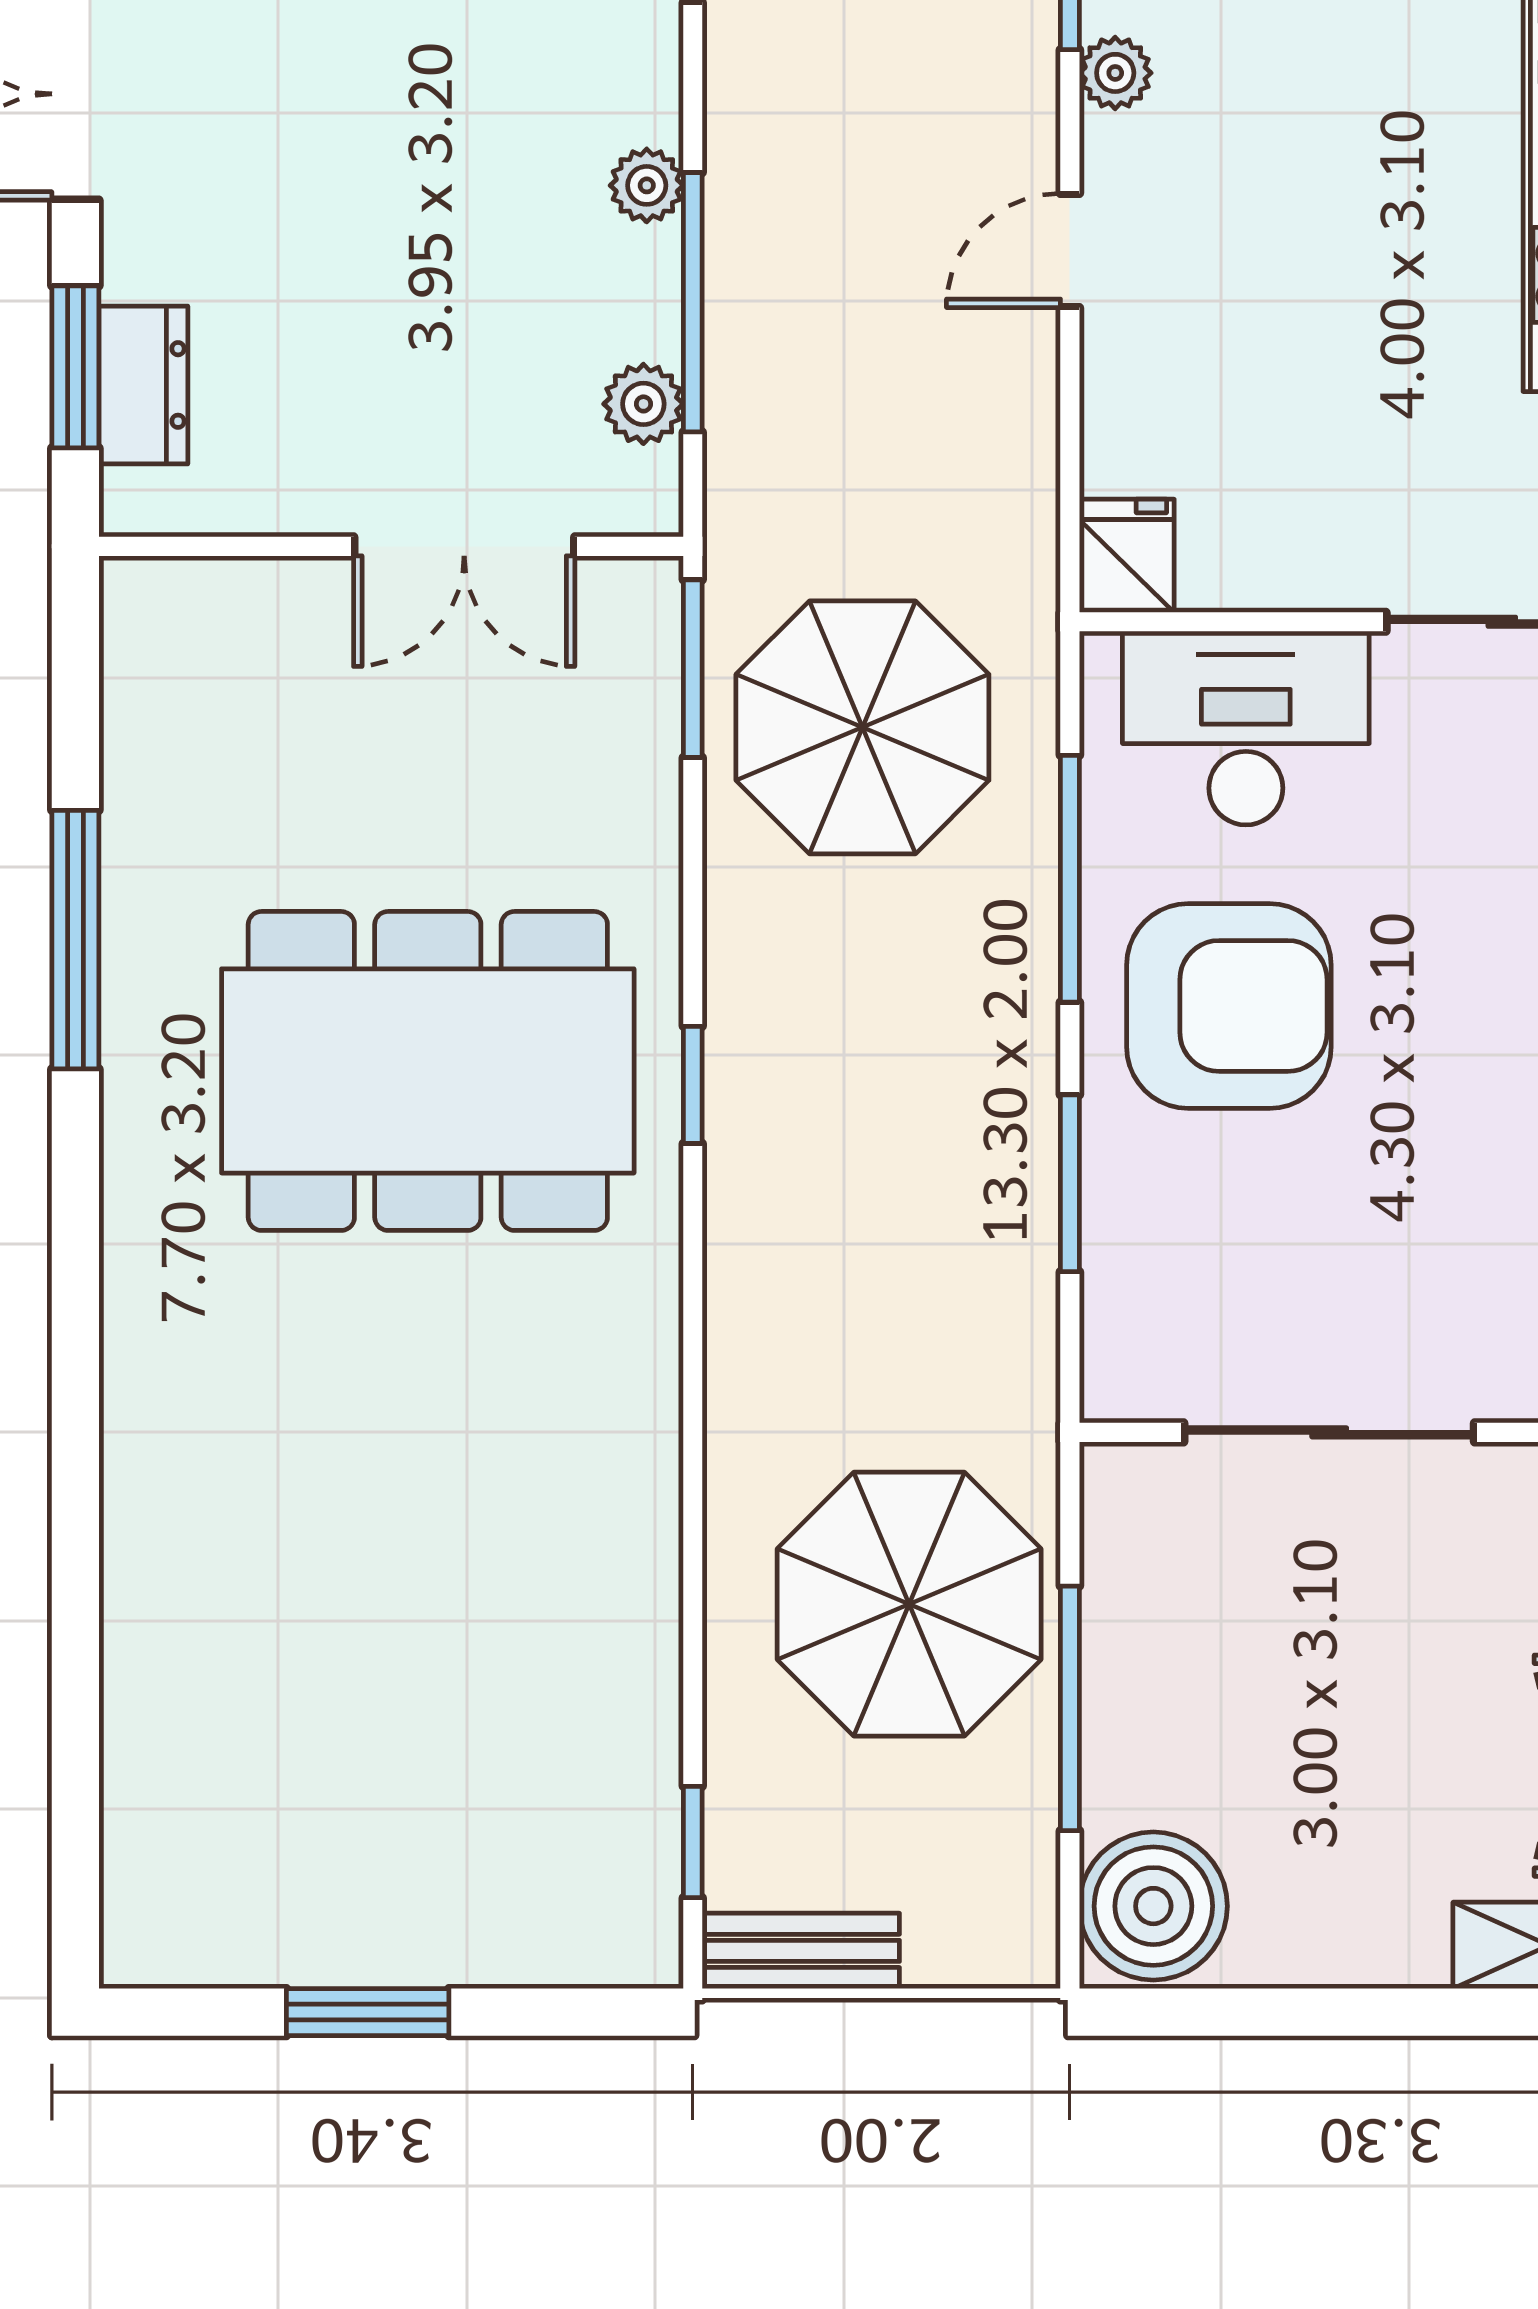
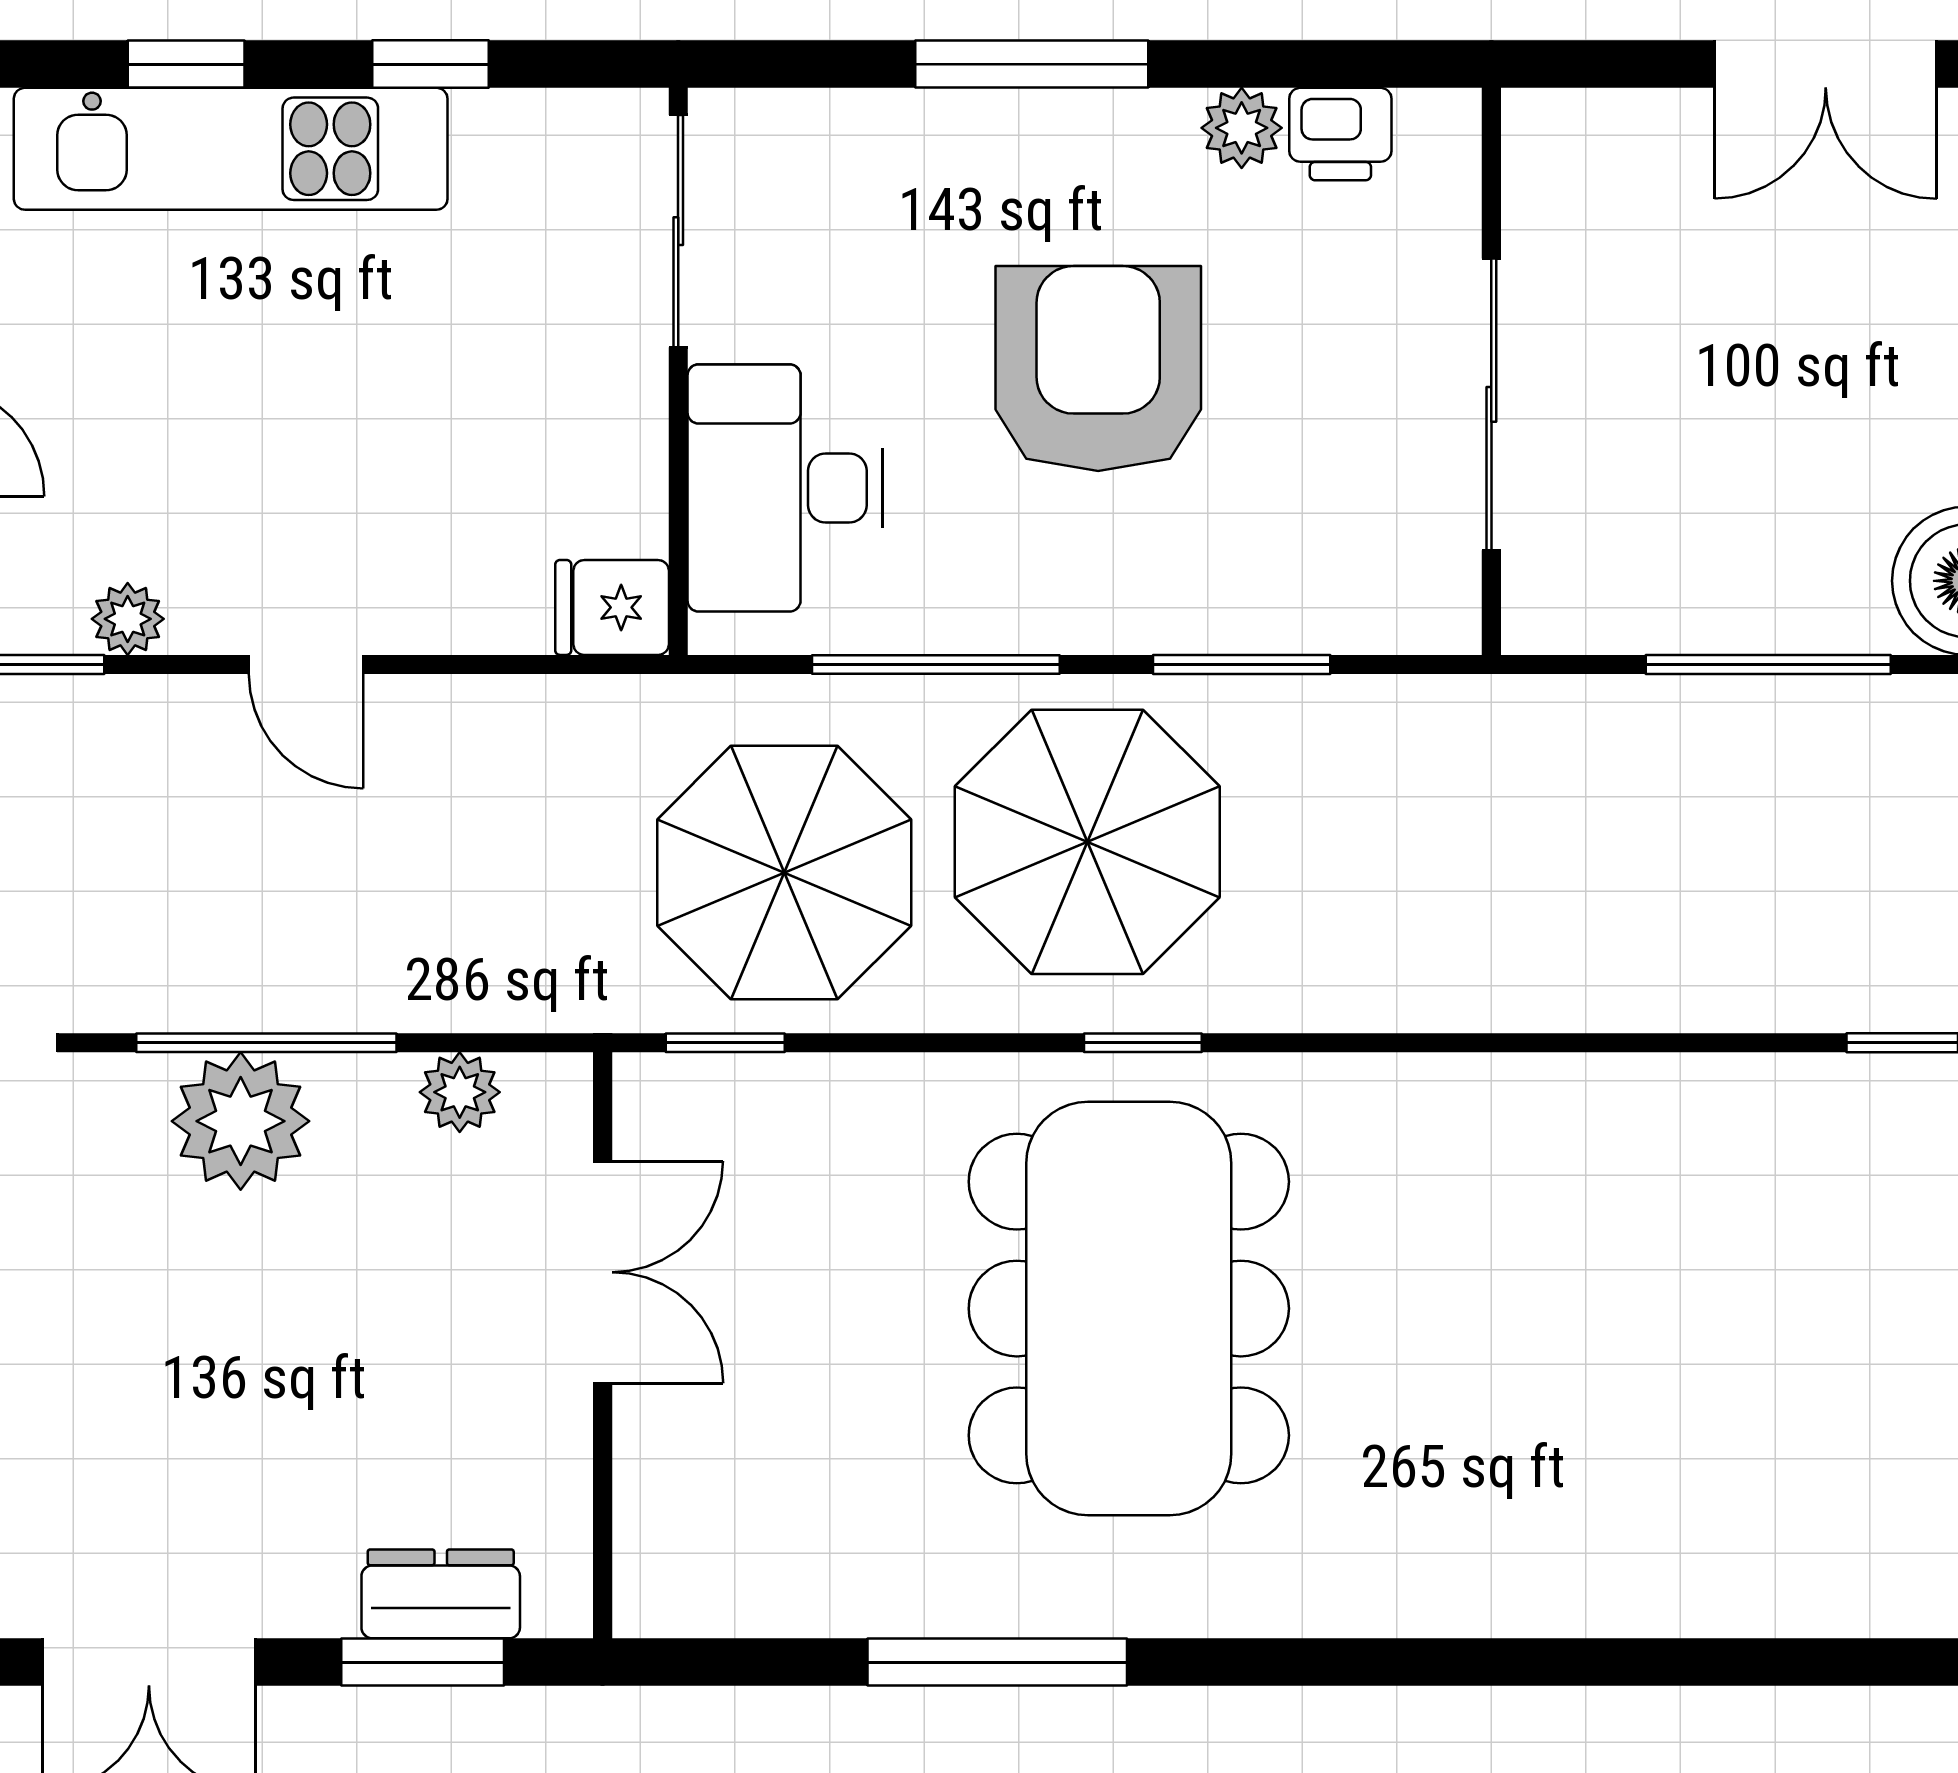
plant: (647, 185) -> (241, 1121), width x1.87, depth x1.87
window: (693, 302) -> (266, 1043), moved
window: (693, 669) -> (725, 1043), width x0.67
armchair: (1229, 1006) -> (1098, 369), moved
parasol: (909, 1604) -> (1087, 842), moved

